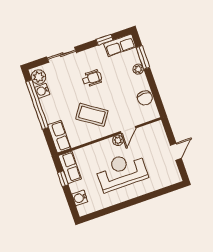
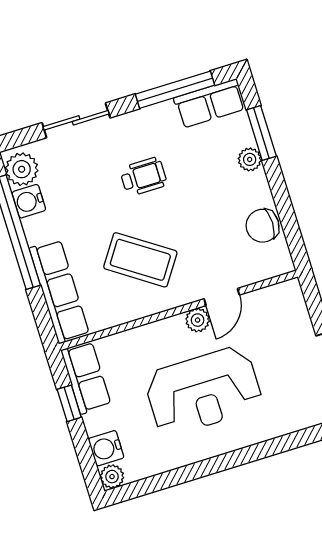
window: (104, 40) -> (175, 90), width x2.17
chair: (145, 98) -> (263, 226), turned 90
row of seats: (59, 137) -> (59, 291), width x1.48
reception desk: (121, 171) -> (203, 391), turned 180
plant: (83, 210) -> (112, 477), added

